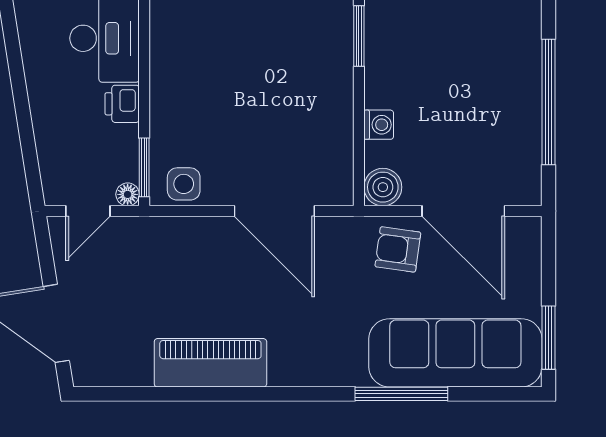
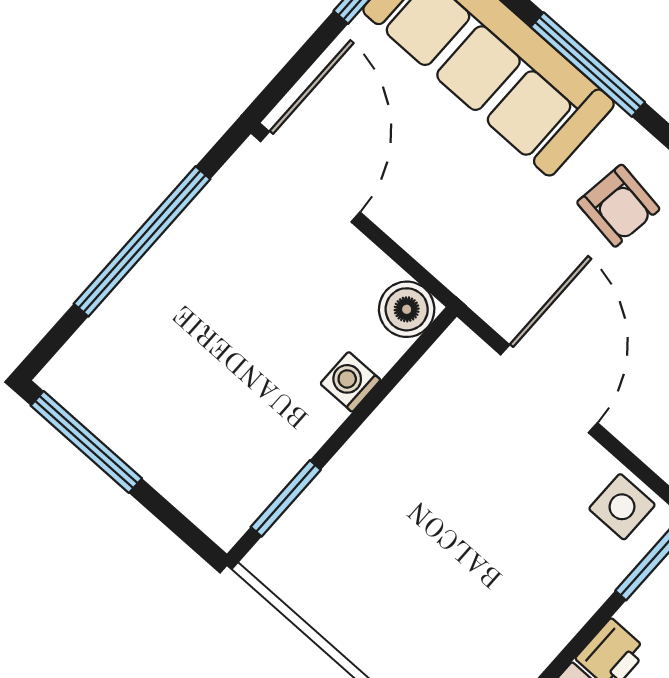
door: (463, 211) -> (310, 177), moved
armchair: (398, 249) -> (618, 206), moved

